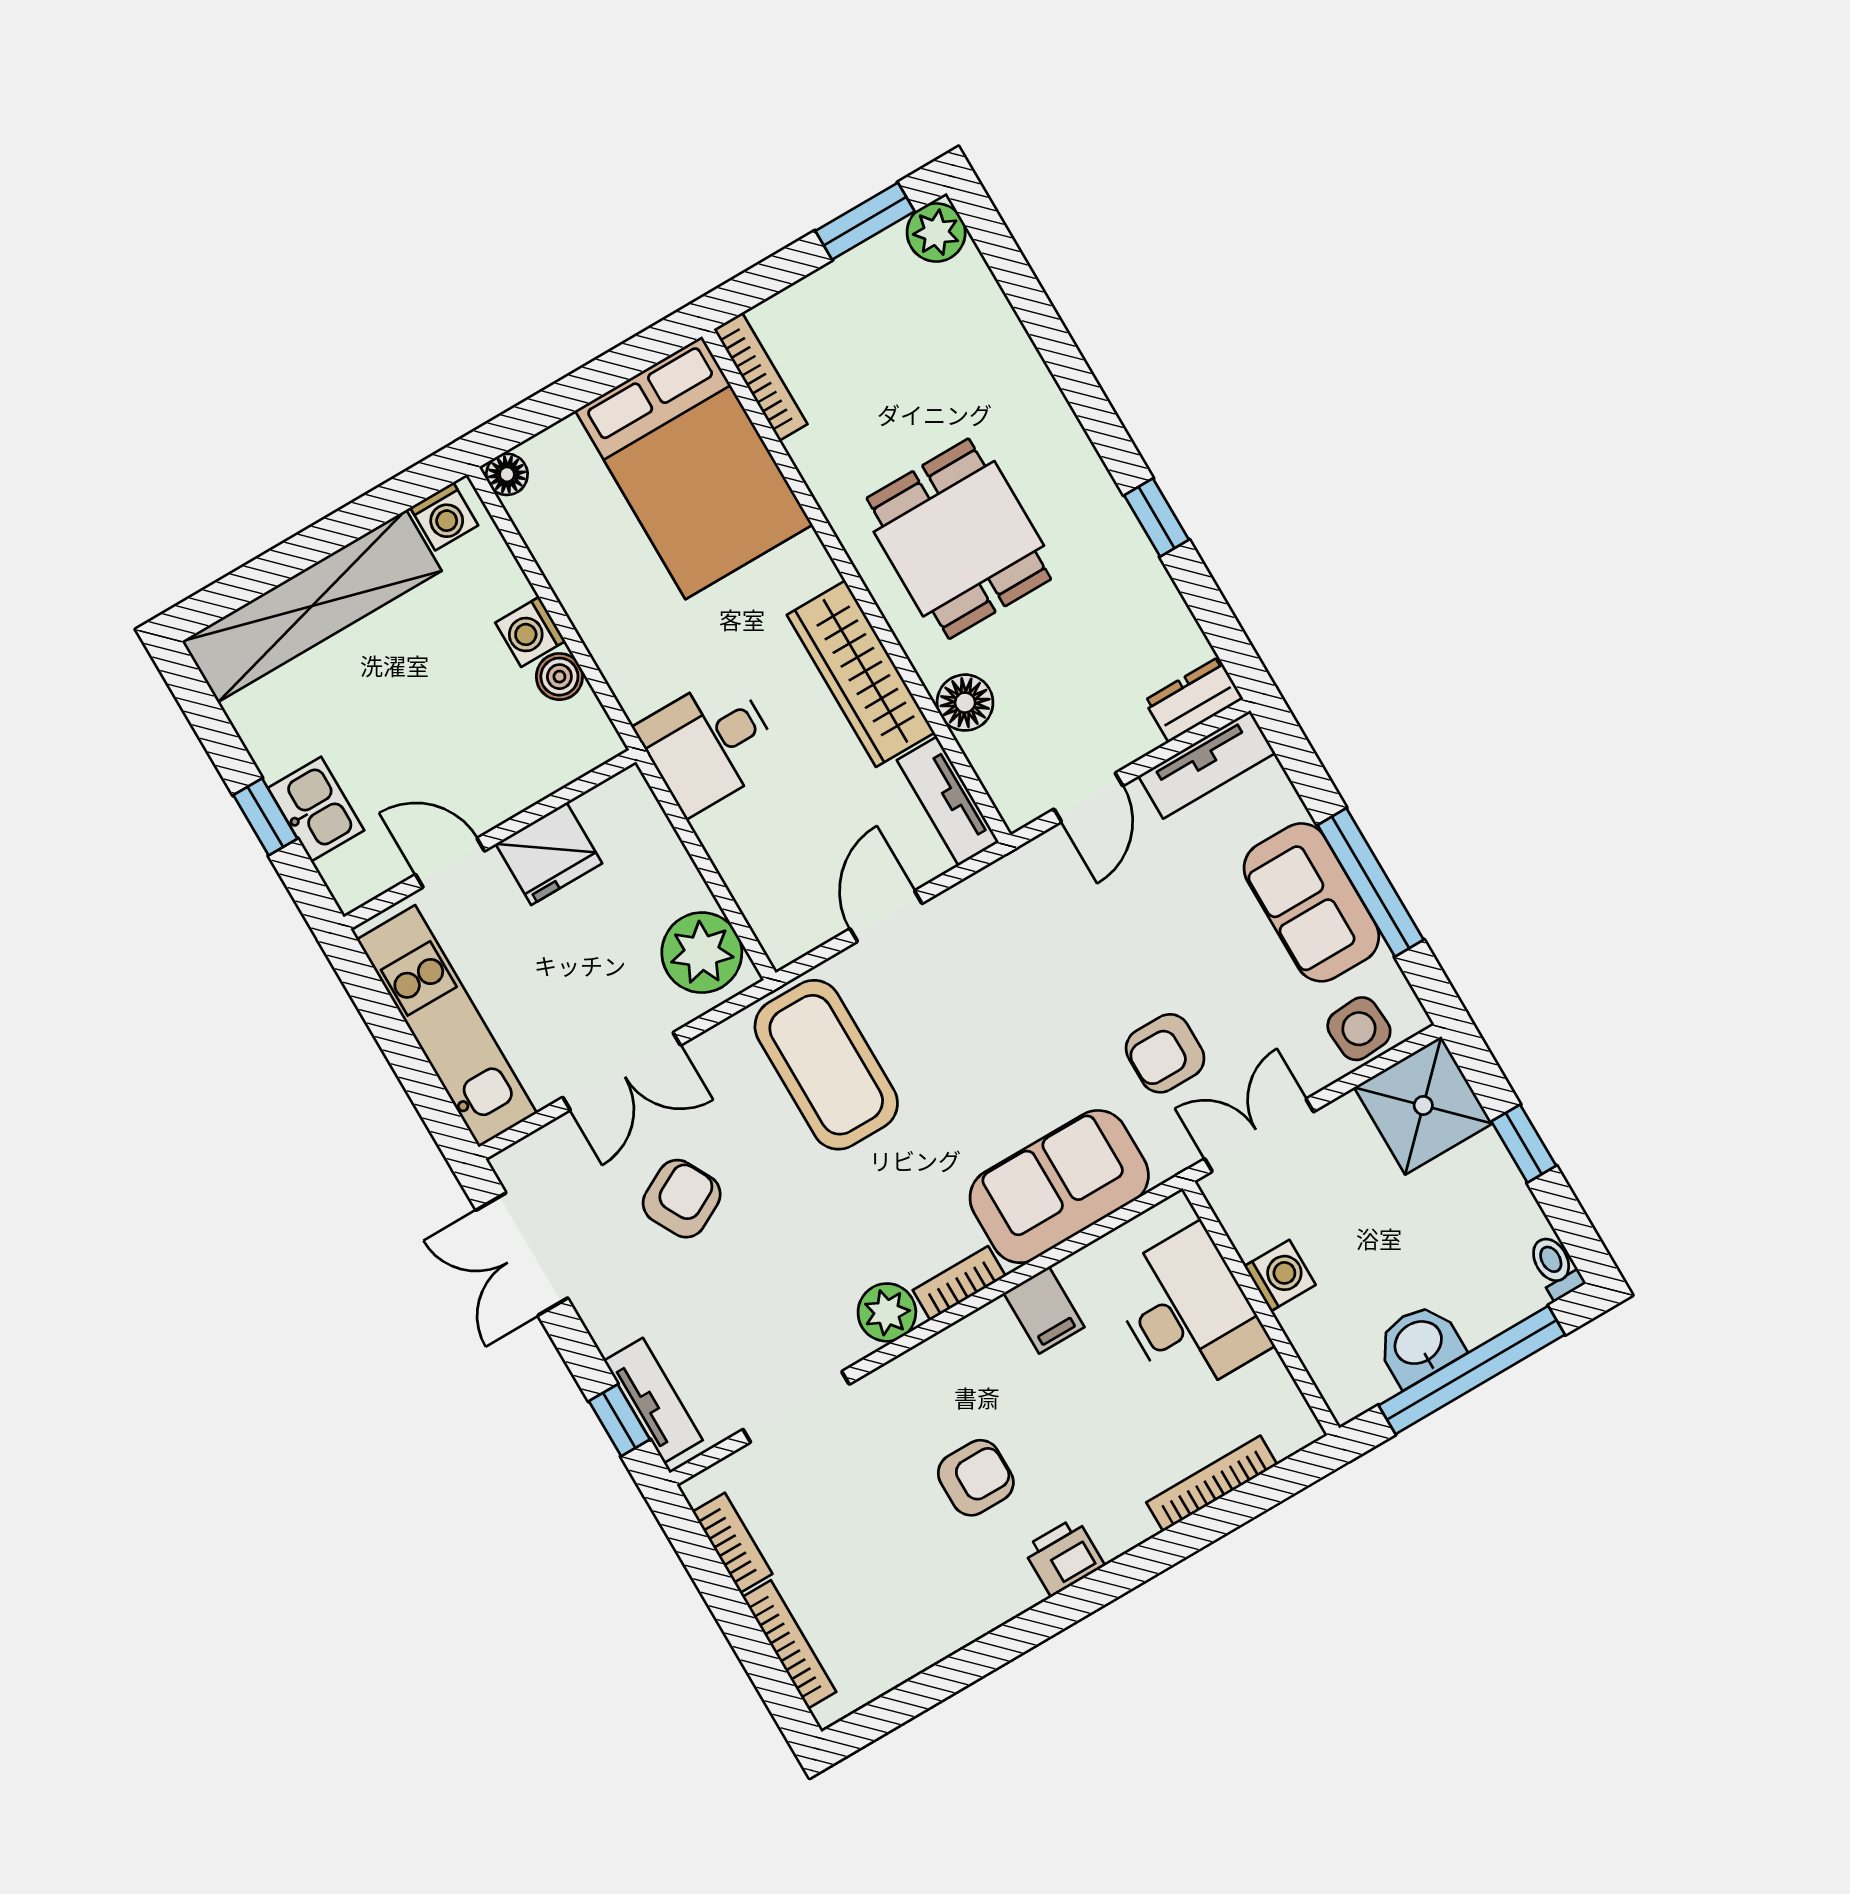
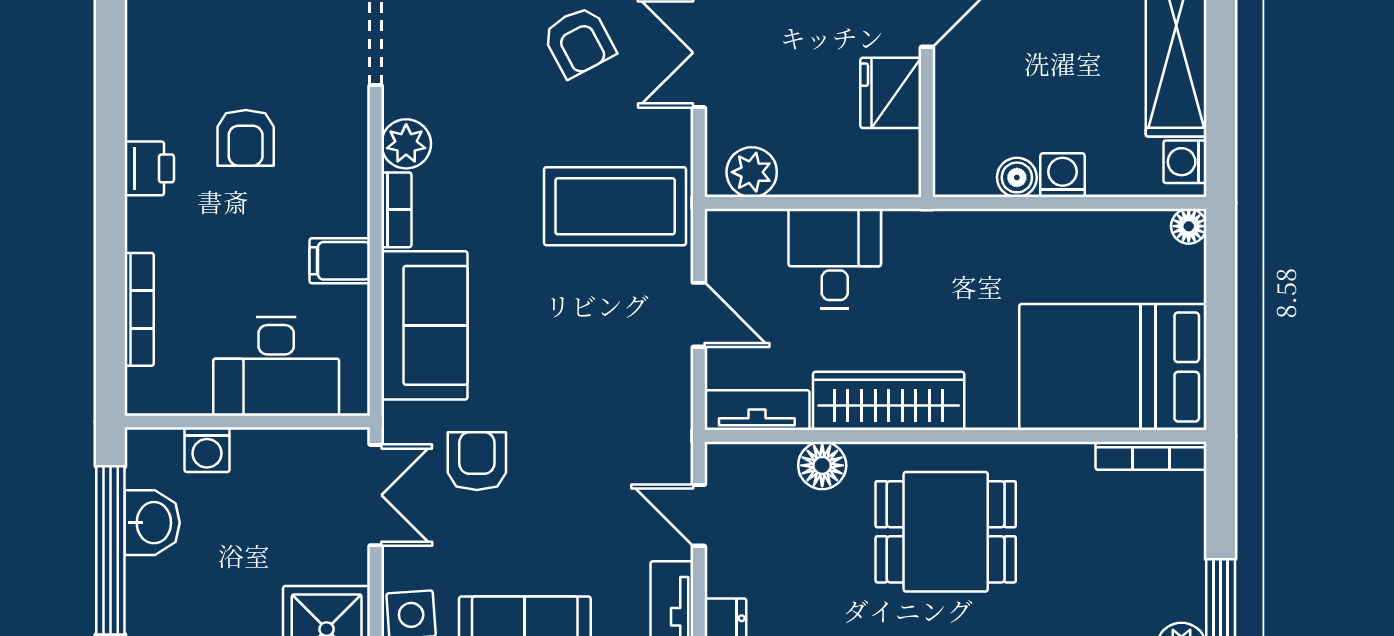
desk: (709, 744) -> (835, 258), moved
plant: (702, 953) -> (752, 172), width x0.73, depth x0.73
washing machine: (1280, 1276) -> (207, 450), moved

